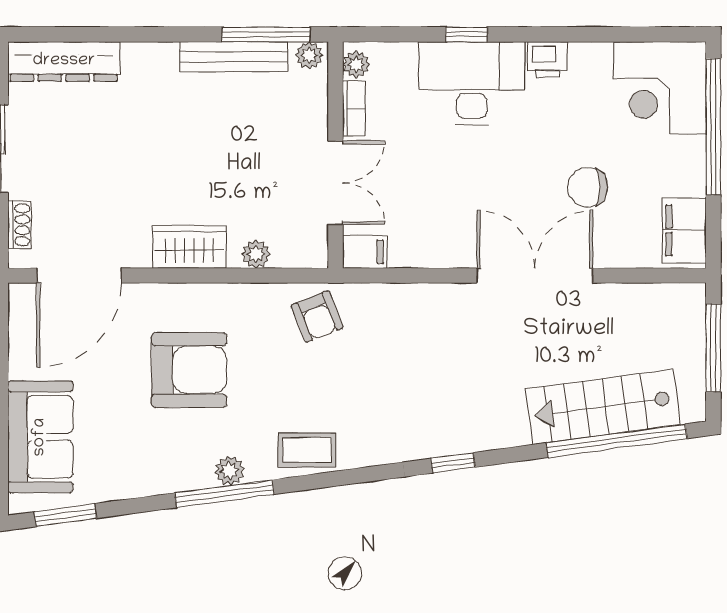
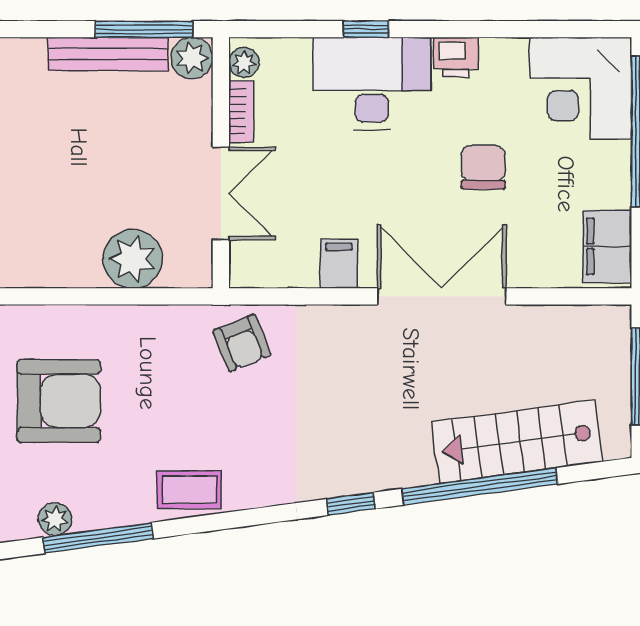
plant: (309, 55) -> (192, 58), width x1.38, depth x1.38
chair: (588, 187) -> (483, 167), moved, turned 90
wardrobe: (189, 247) -> (59, 265), removed
filing cabinet: (365, 252) -> (339, 264), moved, turned -90
plant: (256, 254) -> (133, 259), width x1.88, depth x1.88
armchair: (317, 316) -> (242, 343), moved
window: (617, 441) -> (480, 486), moved
plant: (229, 471) -> (55, 519), moved

